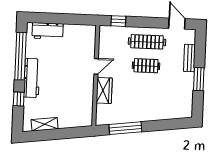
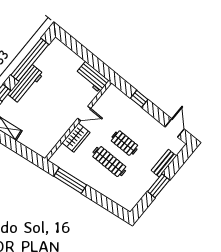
window: (118, 21) -> (139, 99), moved
workbench: (47, 31) -> (92, 77), moved
clothes rail: (147, 42) -> (109, 162), moved

